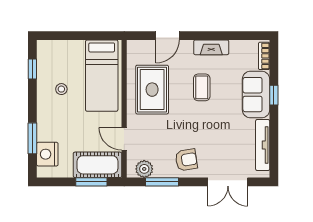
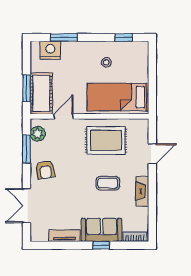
door: (168, 36) -> (152, 154), swing flipped
tv unit: (263, 145) -> (65, 236), width x0.71

